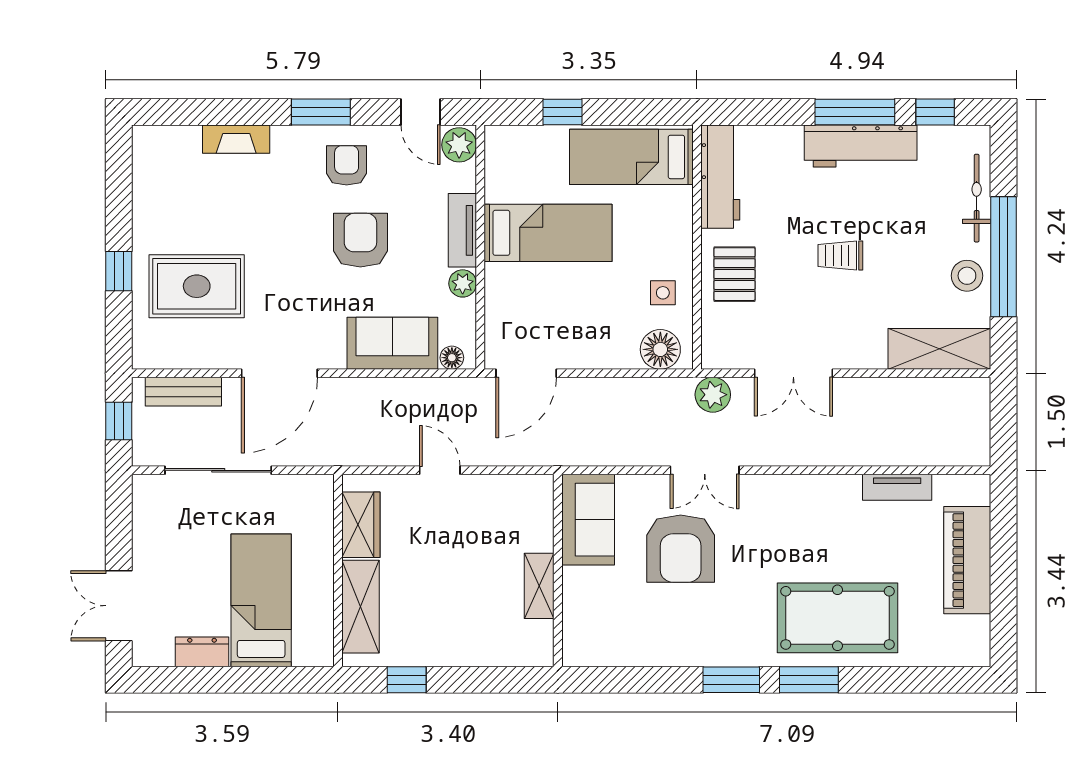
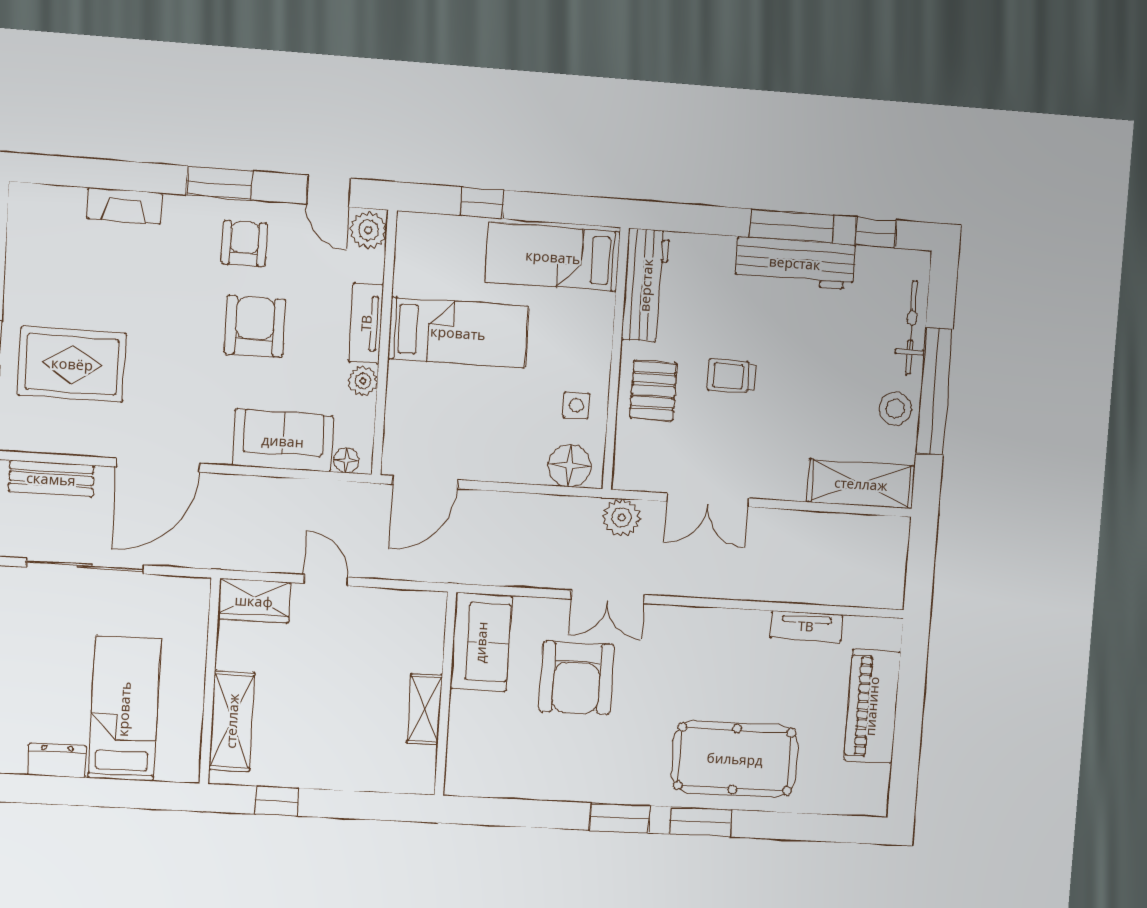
trolley: (840, 256) -> (731, 376), moved
wardrobe: (361, 525) -> (254, 601), moved, turned 90

